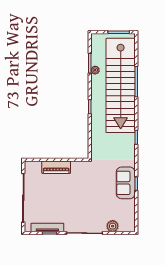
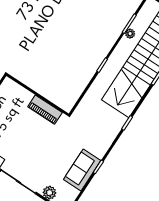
piano: (56, 167) -> (45, 110), moved
sofa: (126, 183) -> (82, 170), moved

